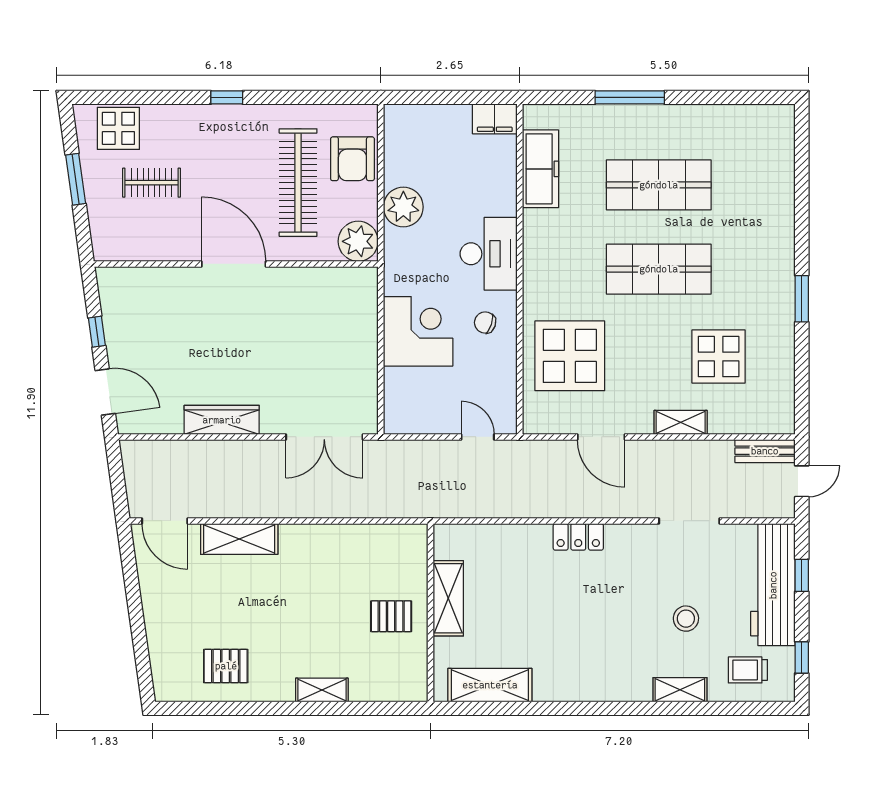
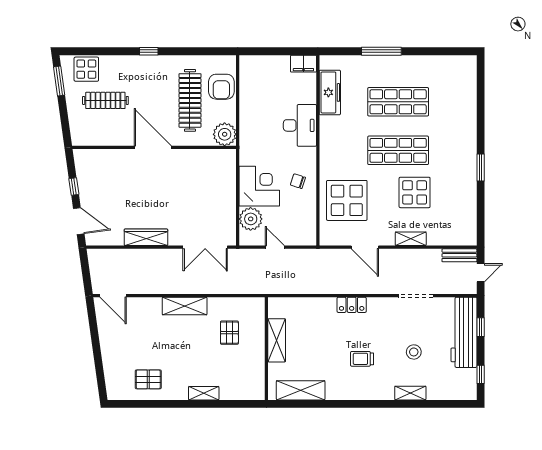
window: (76, 179) -> (59, 81), moved
clothes rail: (151, 183) -> (105, 100), width x1.36
plant: (403, 207) -> (251, 219), moved
desk: (489, 254) -> (300, 125), moved
display table: (719, 356) -> (415, 192), moved
door: (478, 437) -> (275, 247), moved
shelving: (239, 539) -> (185, 306), moved
pallet: (391, 616) -> (229, 333), moved, turned 90
trolley: (748, 670) -> (362, 359), moved

